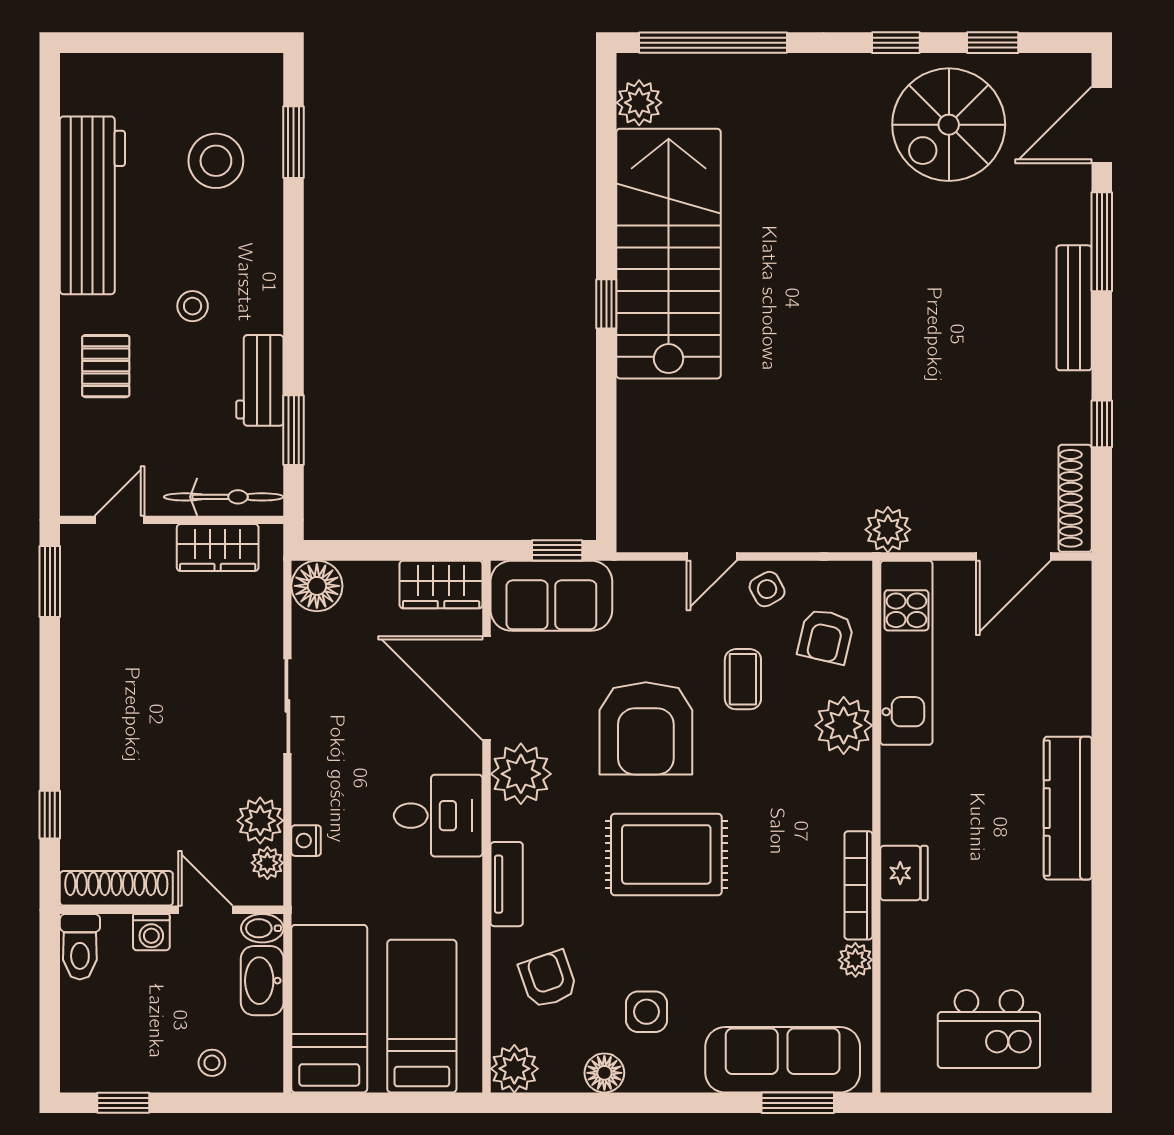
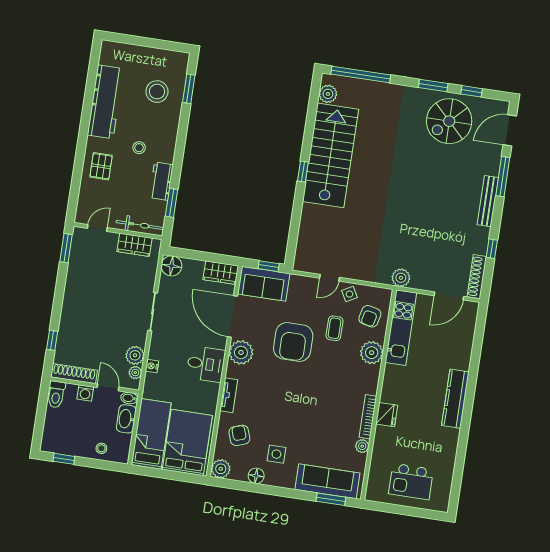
window: (896, 43) -> (433, 85), width x1.50
rug: (666, 854) -> (294, 393), removed
bed: (422, 1016) -> (187, 442), width x1.50

